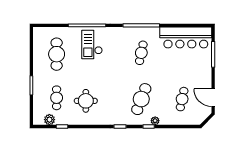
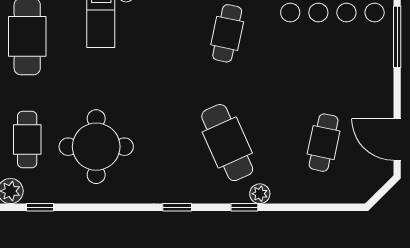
cafe table: (141, 99) -> (227, 143), turned -45
round table: (86, 101) -> (96, 147), width x1.36, depth x1.36

